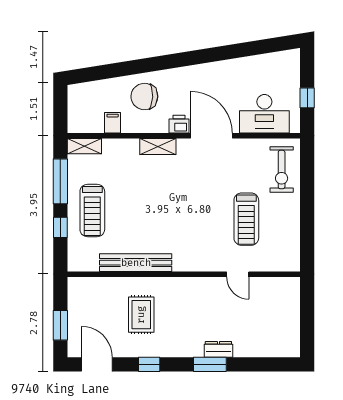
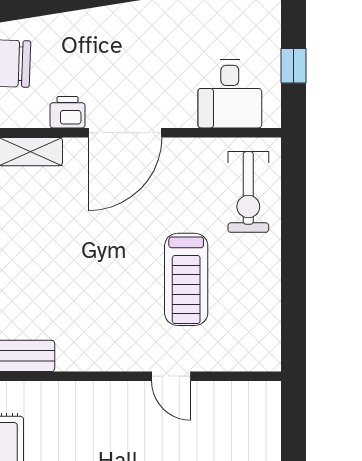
desk: (264, 114) -> (230, 94), width x0.73
door: (212, 136) -> (125, 133), swing flipped

